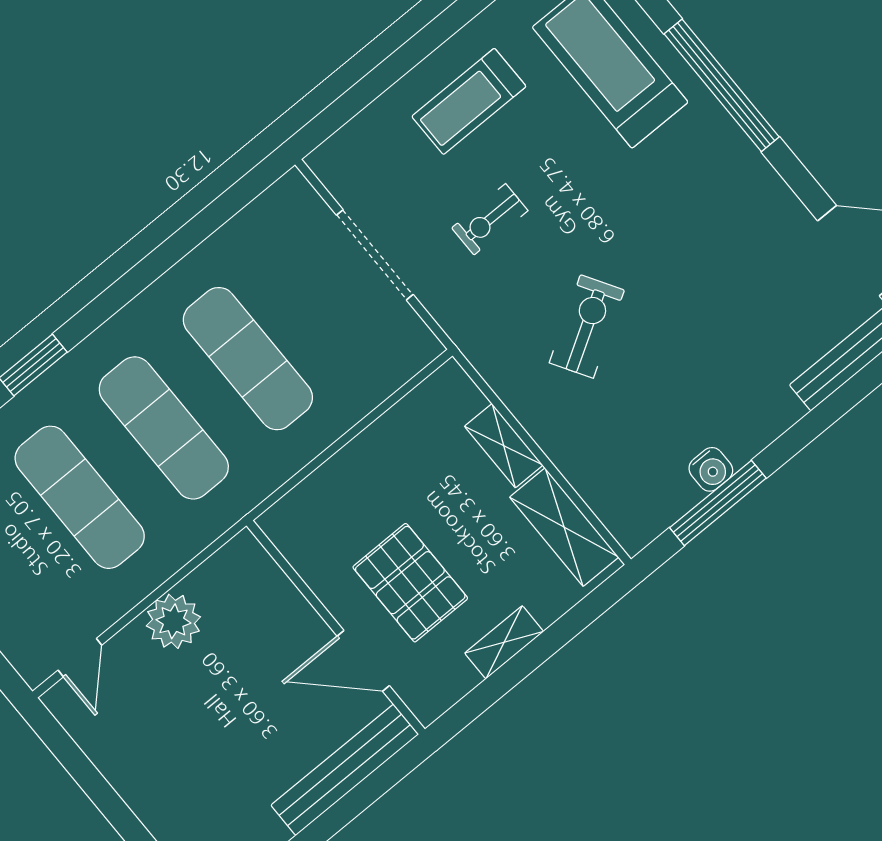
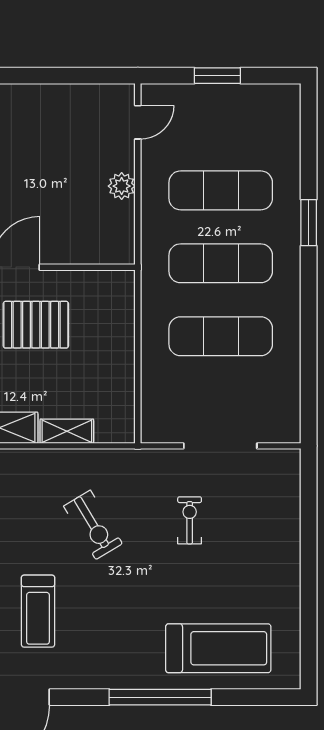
treadmill: (469, 101) -> (38, 611), moved, turned 180
plant: (173, 621) -> (122, 186), width x0.73, depth x0.73
door: (80, 658) -> (138, 122), swing flipped

